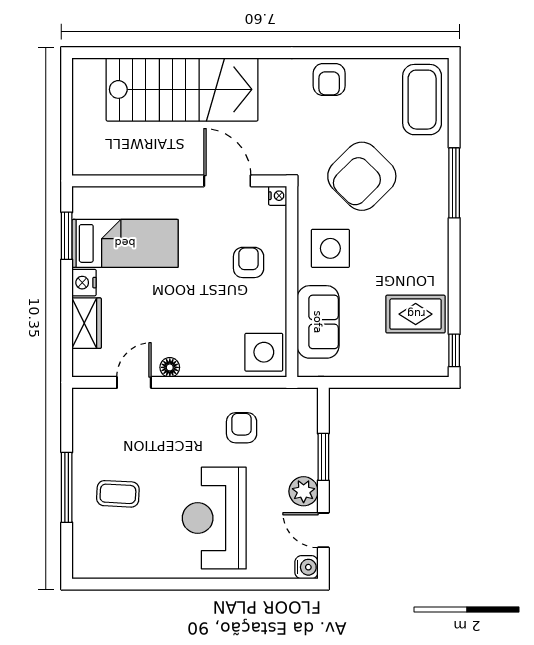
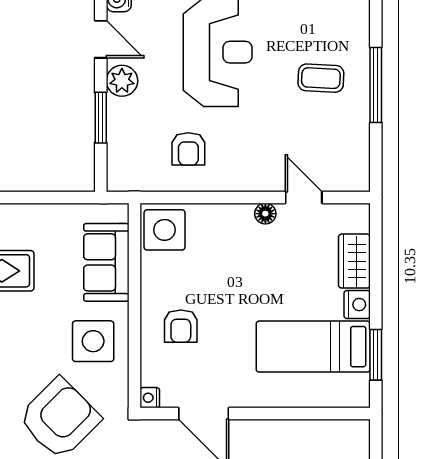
door: (134, 382) -> (304, 197), swing flipped

